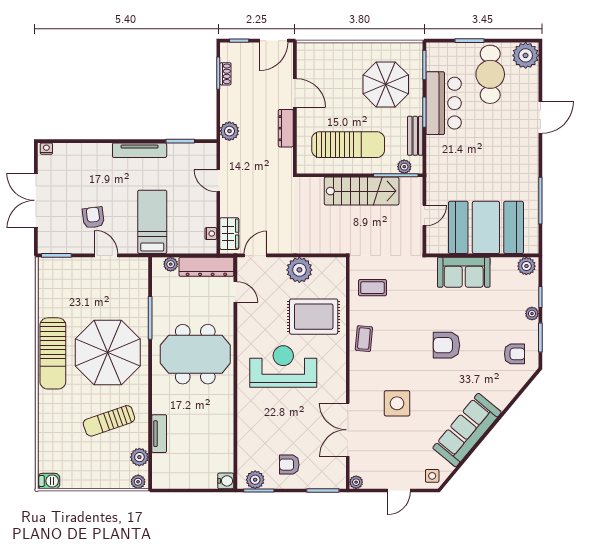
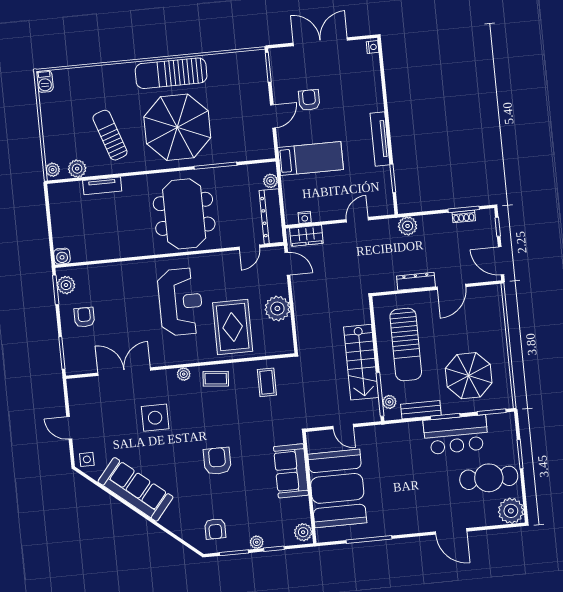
armchair: (93, 217) -> (309, 100), turned -83
plant: (356, 482) -> (184, 374), moved

